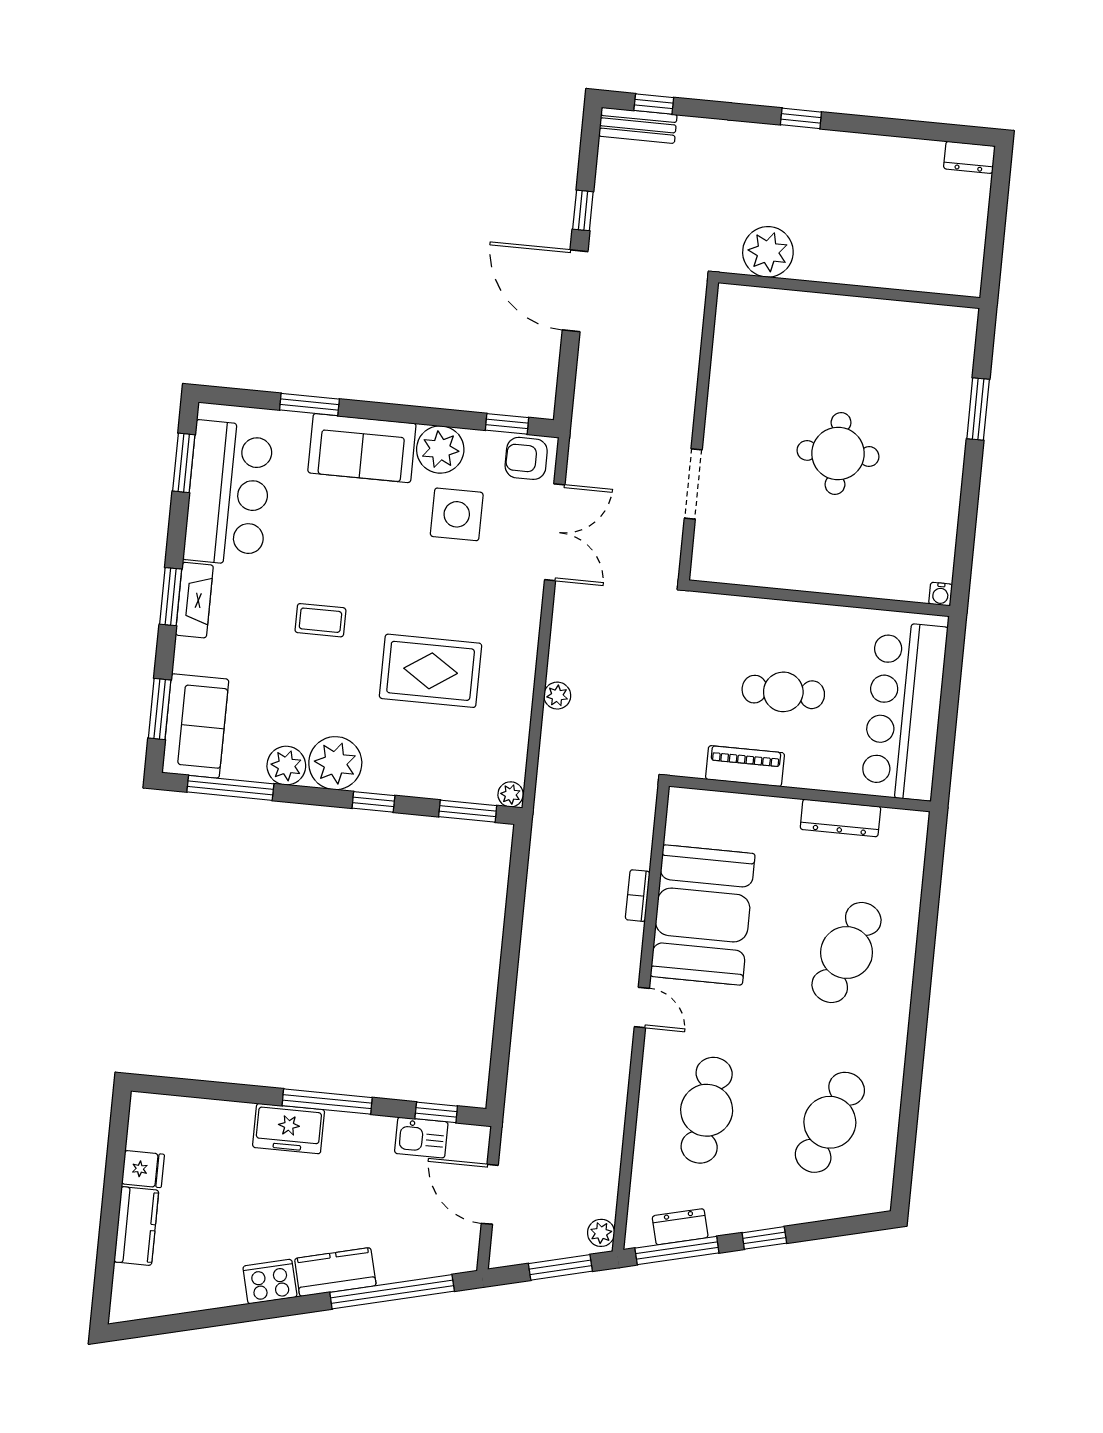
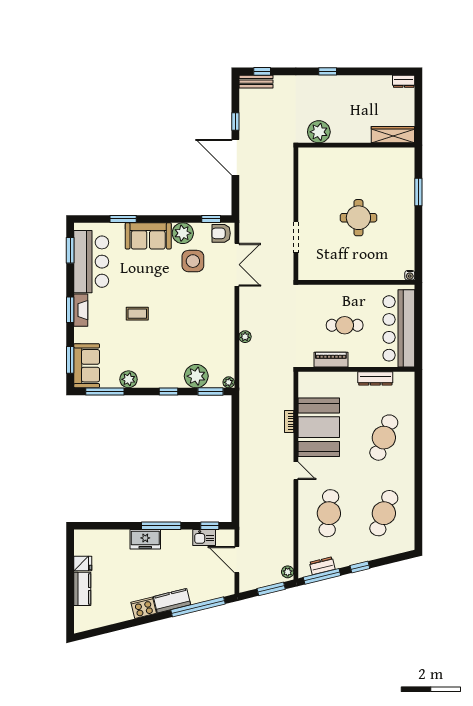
wardrobe: (934, 275) -> (393, 135), added
rug: (431, 671) -> (188, 331), removed
plant: (335, 763) -> (196, 376), moved

